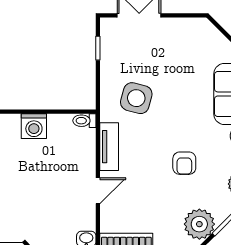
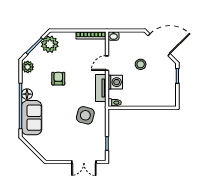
washing machine: (34, 126) -> (115, 82), moved, turned 90
stool: (38, 189) -> (141, 64), added

